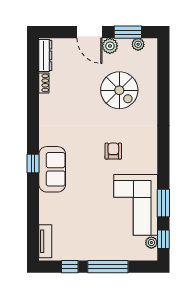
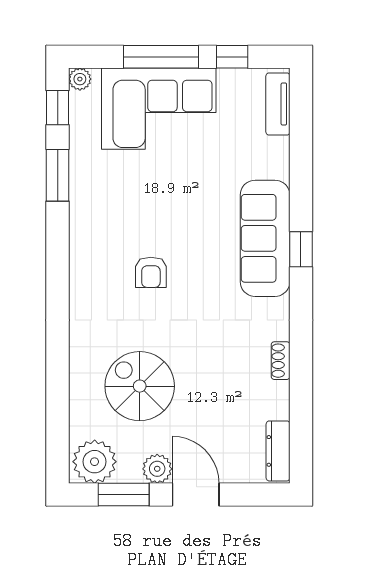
plant: (138, 44) -> (95, 462), width x1.88, depth x1.88
shoe rack: (44, 83) -> (281, 361), moved
sofa: (52, 169) -> (265, 238), width x1.36
corner sofa: (136, 205) -> (159, 109), moved, turned 90
plant: (151, 243) -> (80, 79), moved

